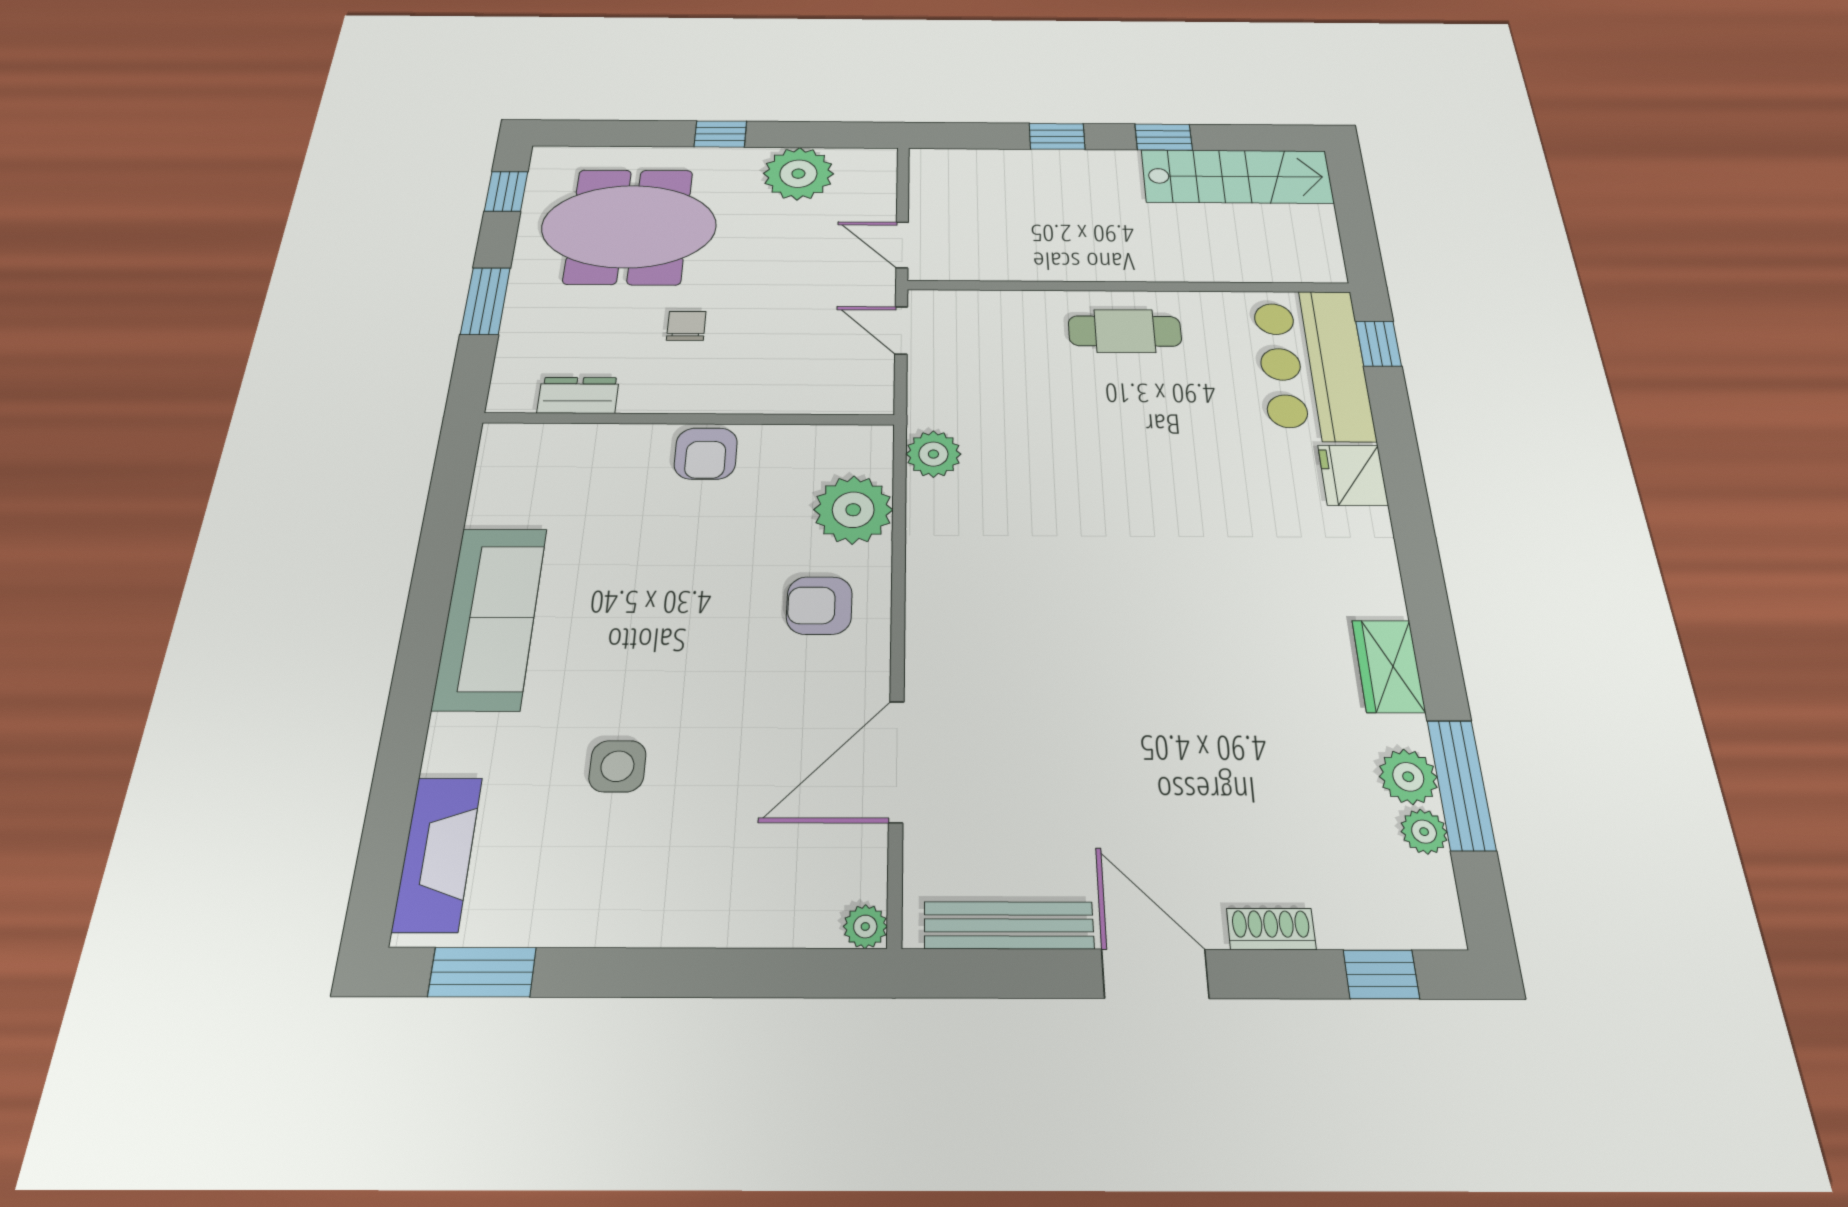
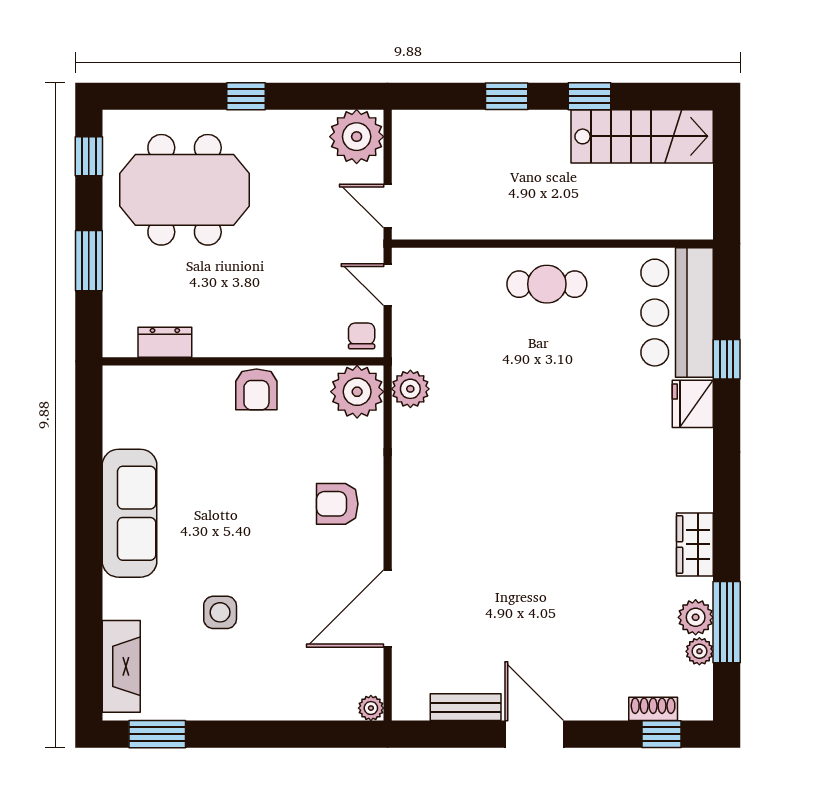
plant: (798, 174) -> (357, 137), moved
chair: (686, 326) -> (362, 336), moved
window: (1378, 344) -> (727, 359), moved
plant: (853, 510) -> (357, 392), moved
bench: (1009, 925) -> (466, 707), width x0.73
shoe rack: (1271, 929) -> (653, 709), moved

